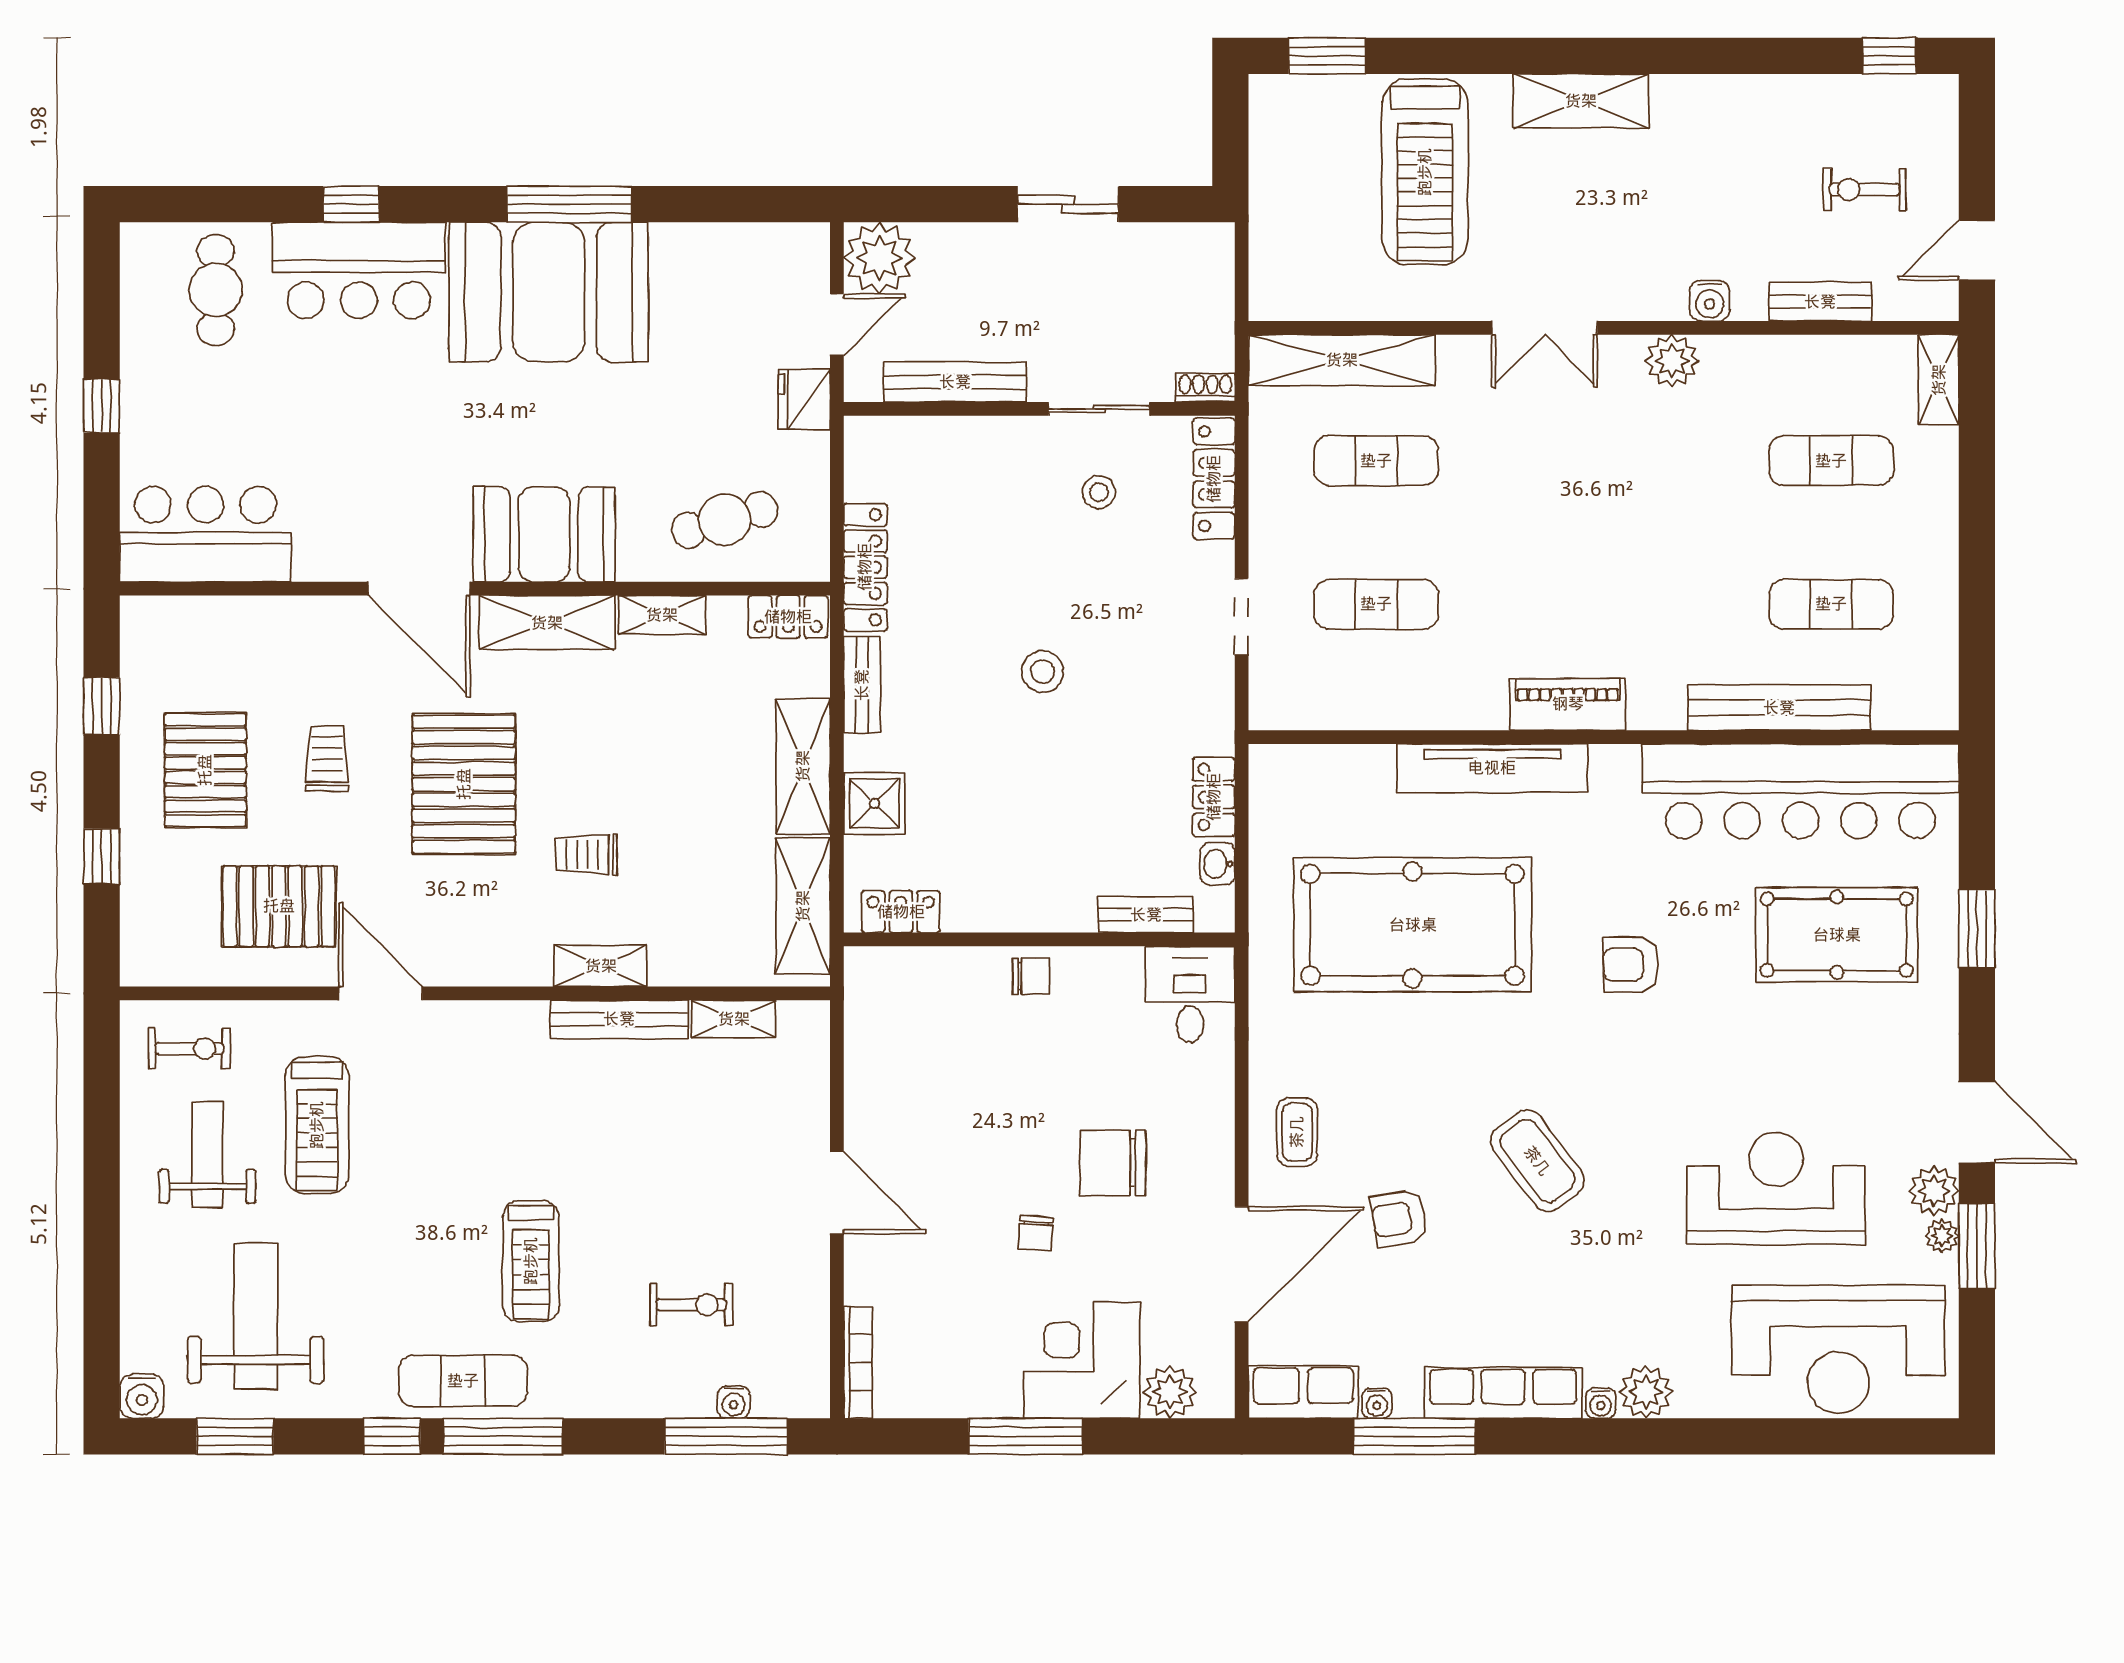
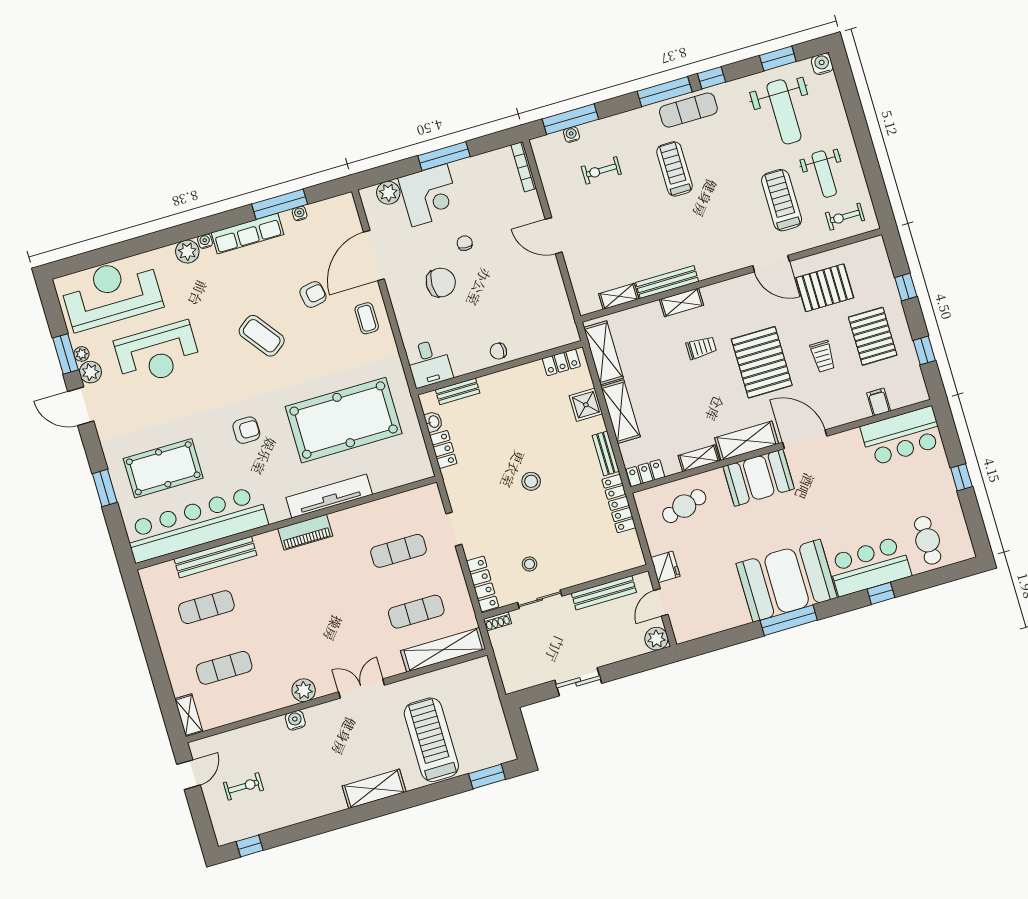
plant: (879, 258) -> (656, 639), width x0.73, depth x0.73
bench: (1820, 302) -> (248, 734), removed
filing cabinet: (234, 623) -> (879, 402), added
row of seats: (1303, 1392) -> (332, 209), removed

